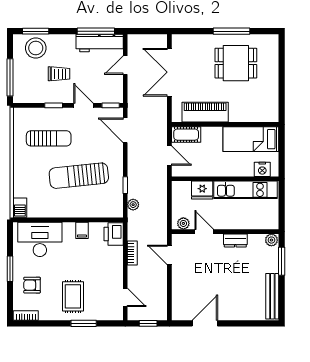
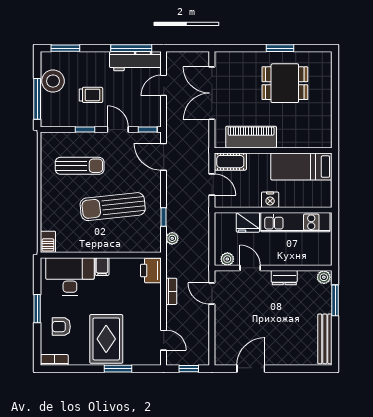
window: (231, 31) -> (280, 48), width x0.69
stool: (36, 48) -> (53, 81), moved
nightstand: (262, 169) -> (270, 200), moved
filing cabinet: (82, 230) -> (102, 267), moved
rug: (73, 296) -> (106, 339), width x1.36, depth x1.43

